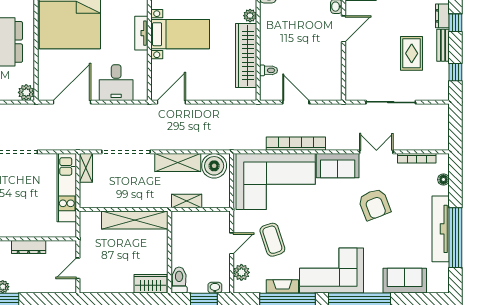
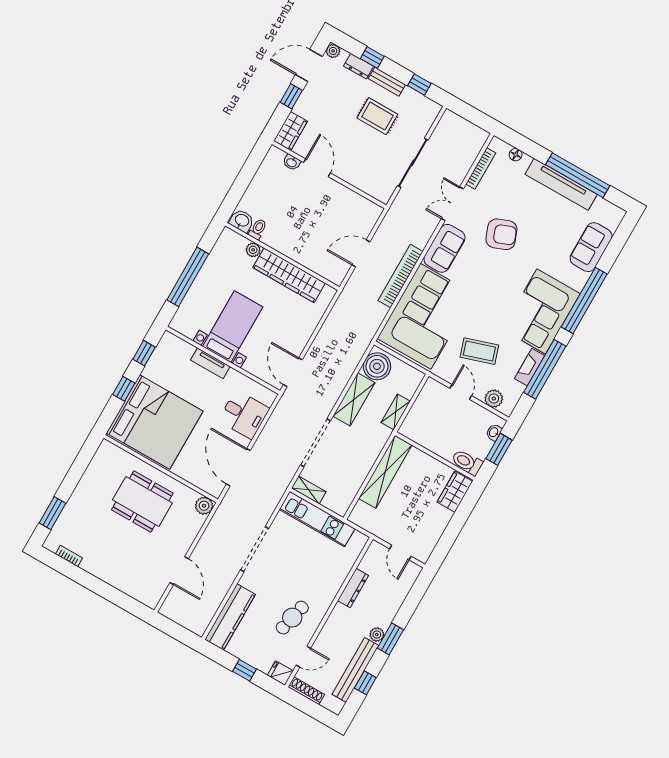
toilet: (269, 70) -> (258, 229), moved

